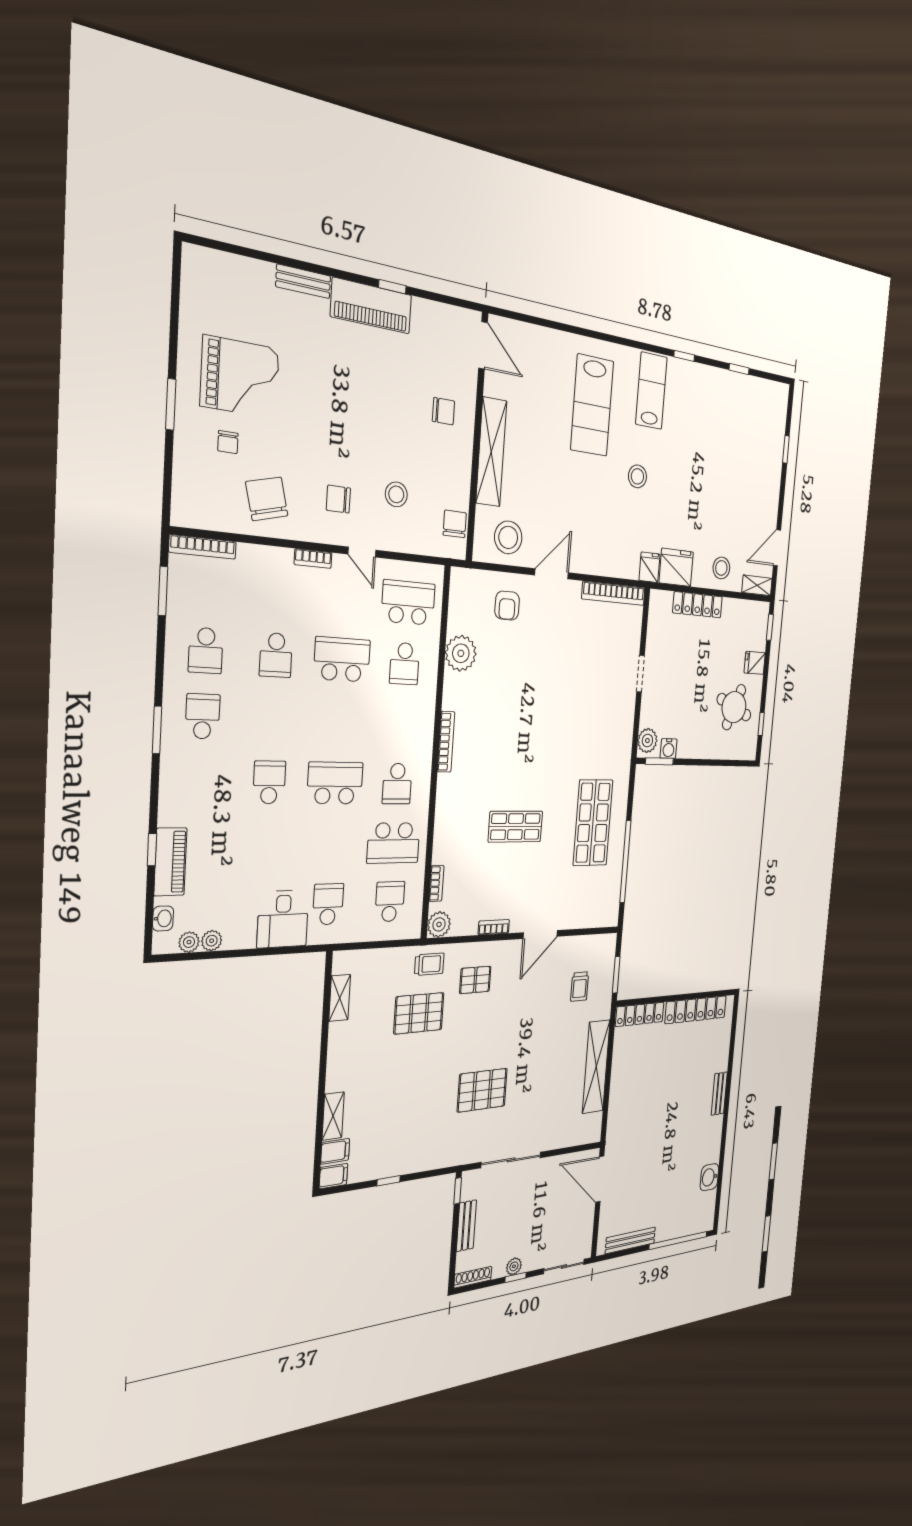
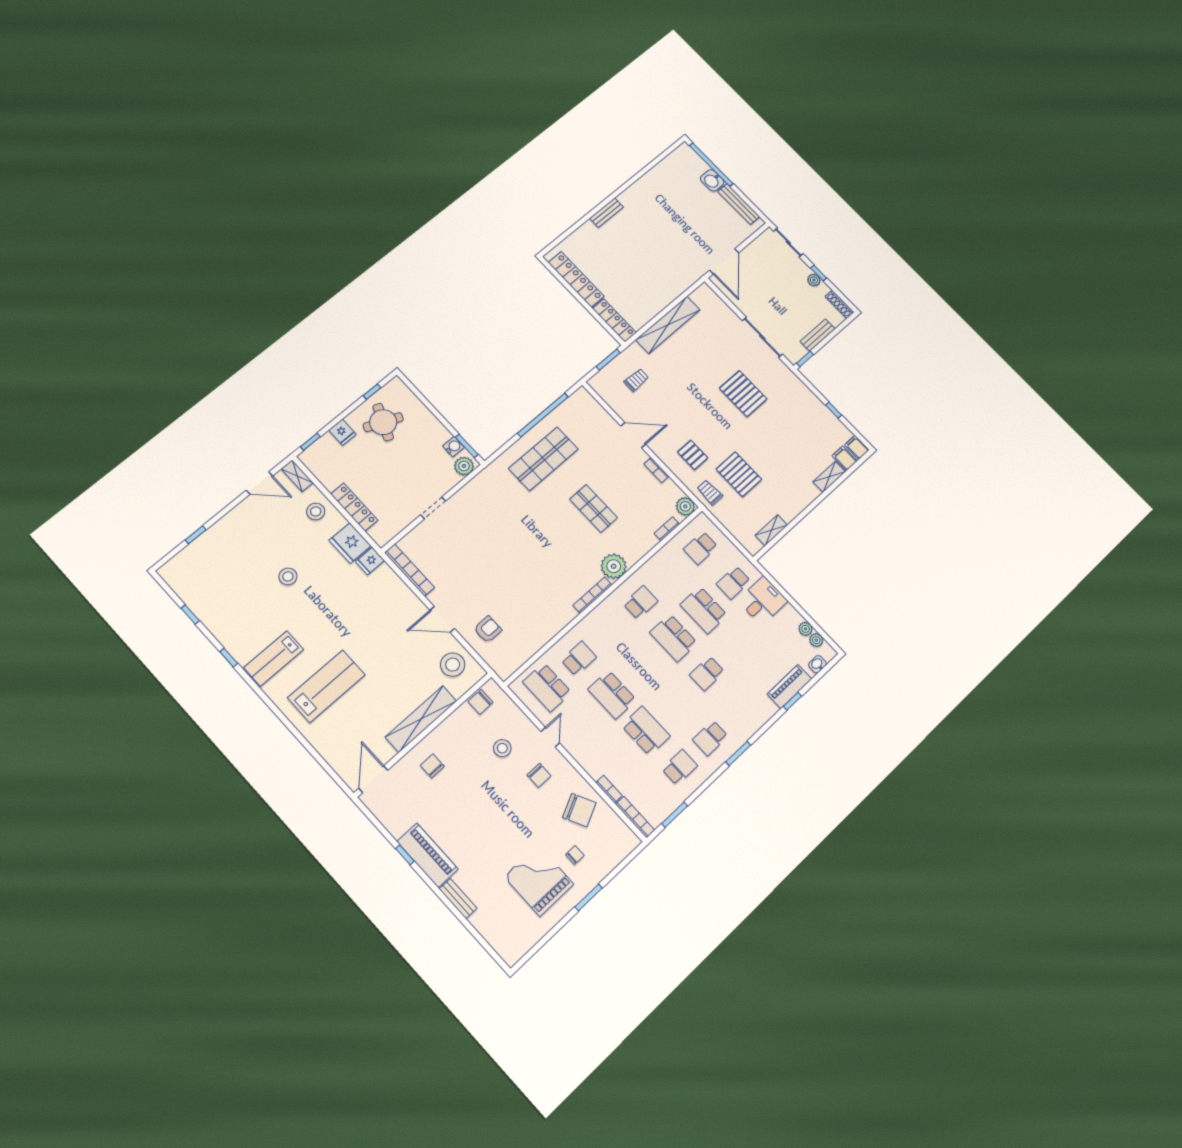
stool: (637, 476) -> (288, 576), moved
chair: (267, 499) -> (579, 810), turned -102
bookcase: (313, 559) -> (609, 789), moved
plant: (461, 653) -> (614, 566), moved
school desk: (276, 655) -> (646, 731), width x1.85
school desk: (393, 843) -> (704, 610), moved, turned 180
washbasin: (709, 1177) -> (712, 180), moved, turned 90

